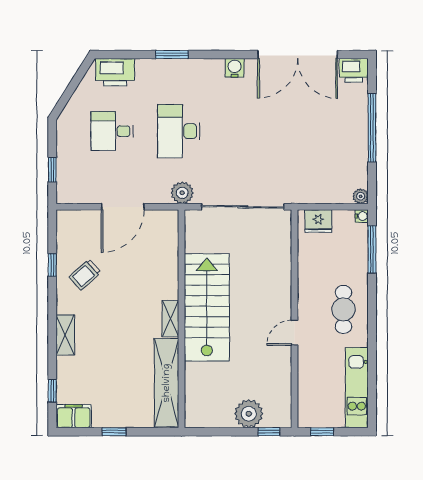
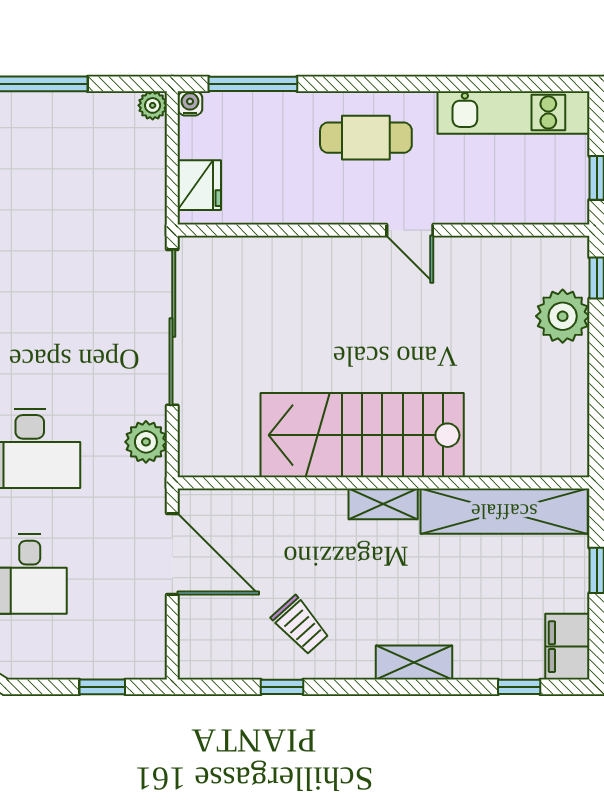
stairs: (207, 307) -> (362, 435), moved
shelving: (170, 319) -> (383, 504), moved
wall: (181, 319) -> (384, 483), moved
shelving: (167, 383) -> (504, 511), moved

